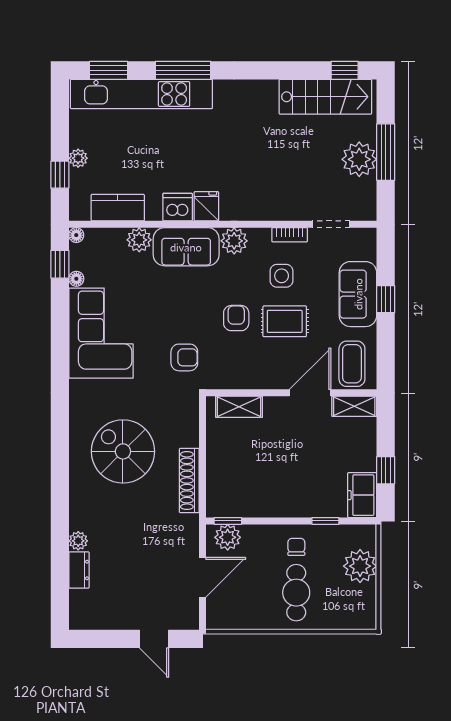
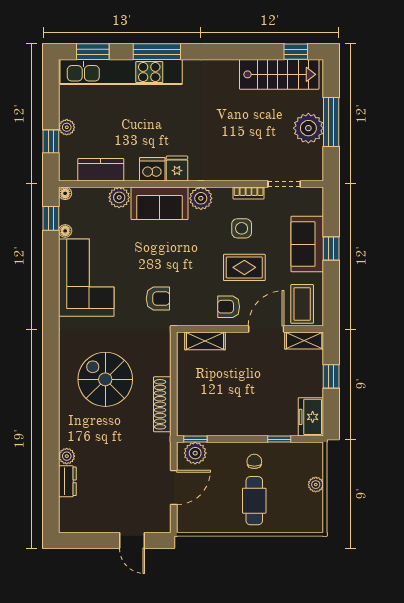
armchair: (236, 318) -> (229, 307), moved, turned -90
window: (386, 470) -> (331, 376), moved
plant: (360, 566) -> (316, 485), width x0.53, depth x0.53

